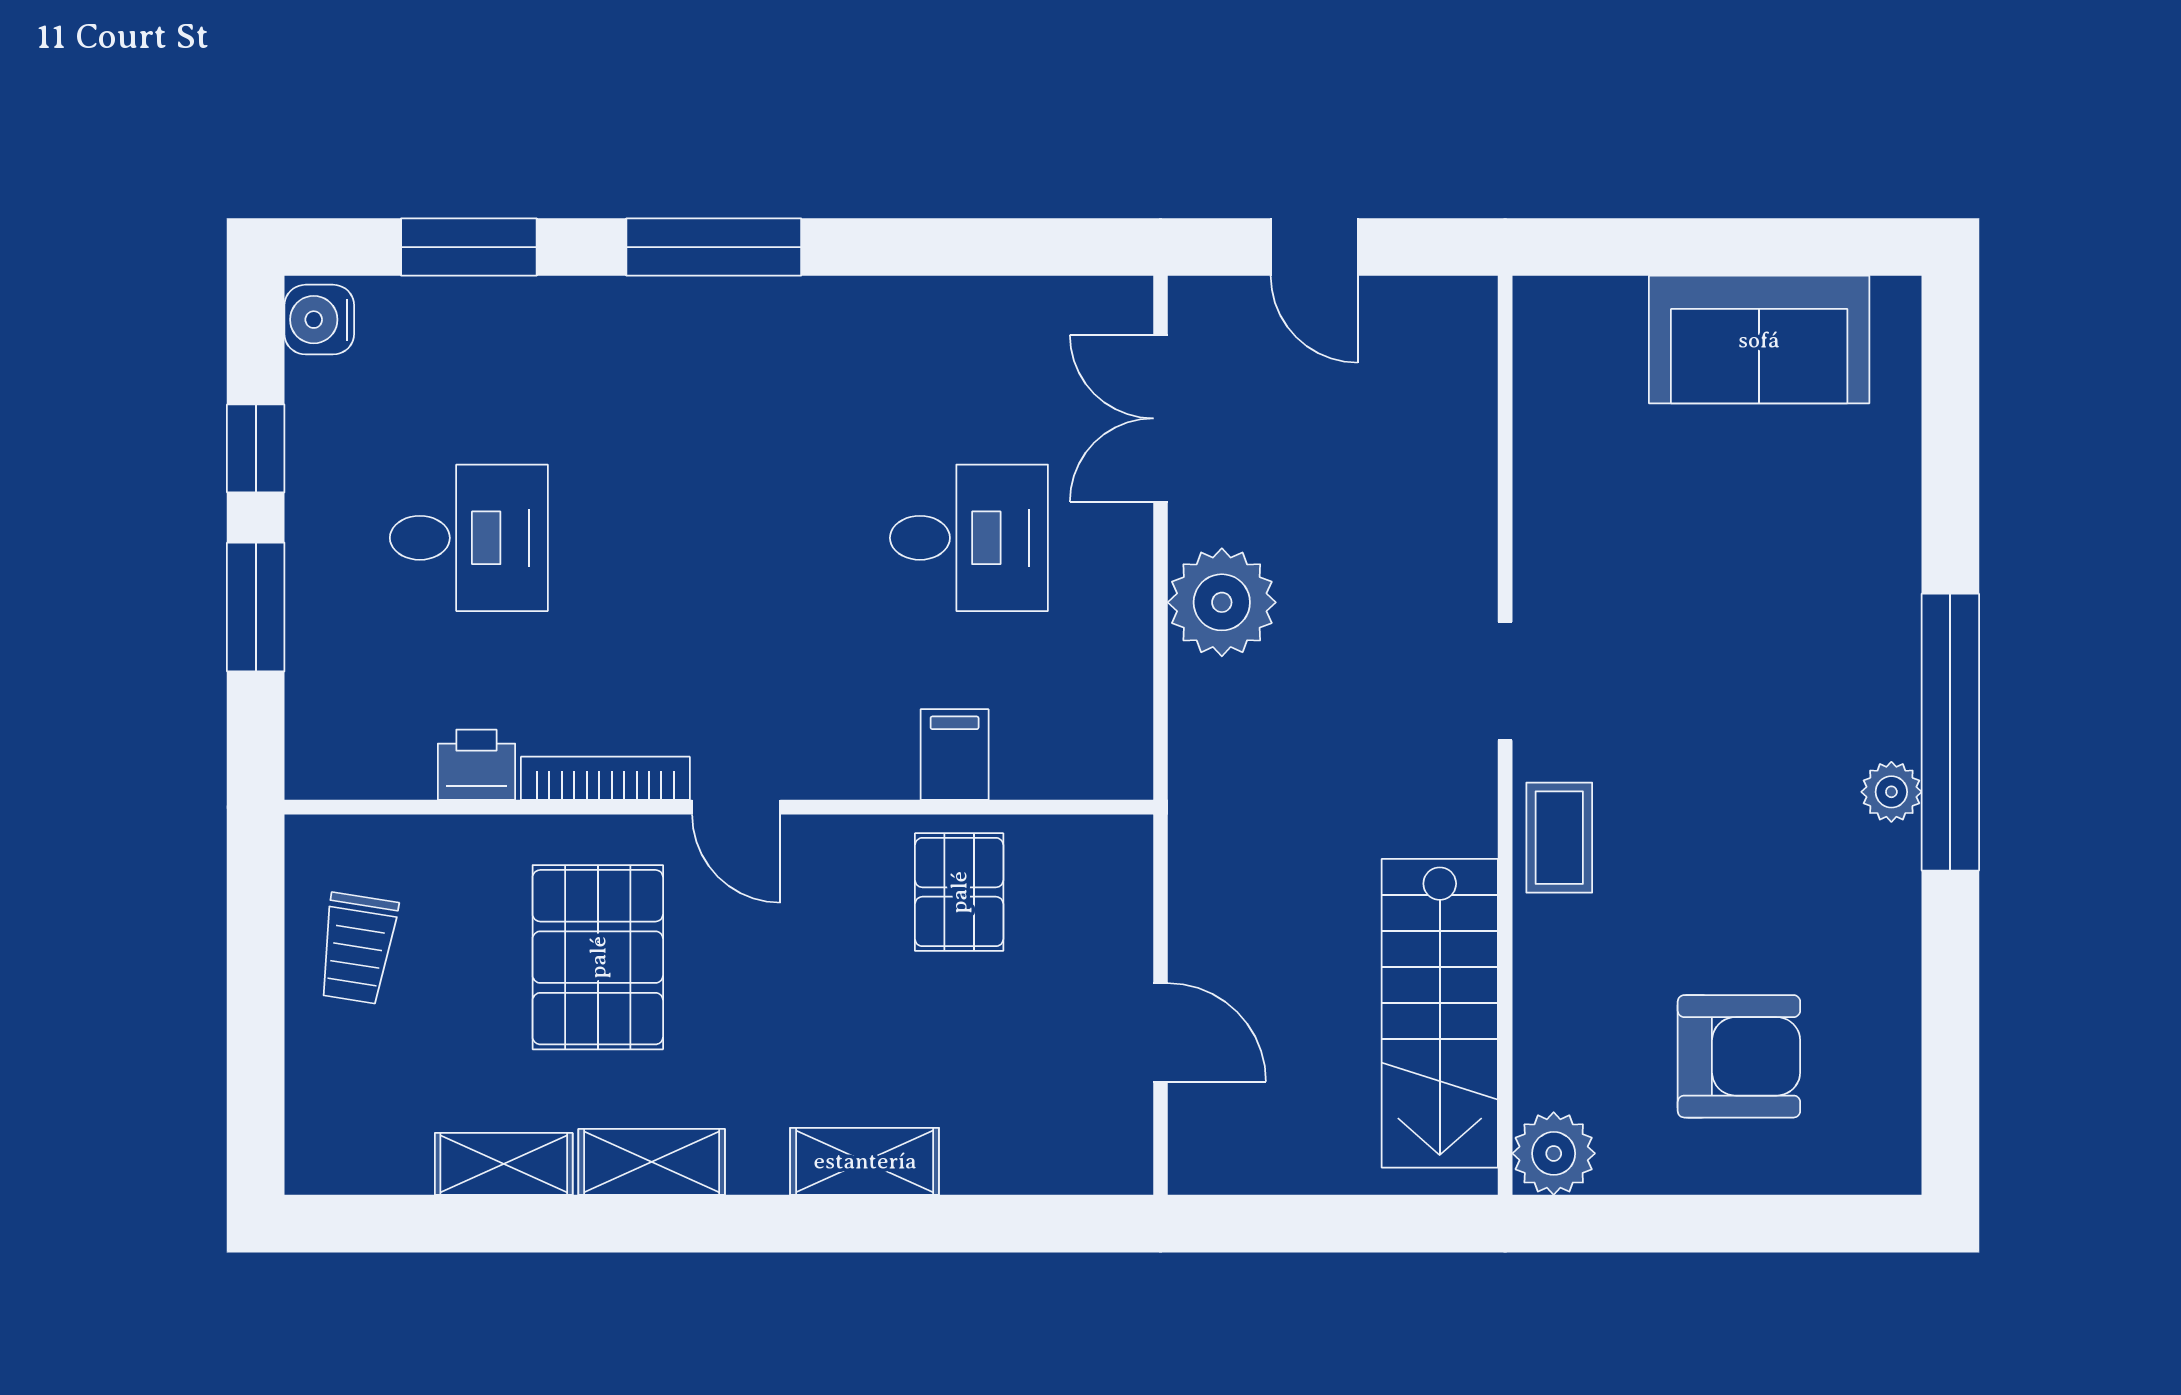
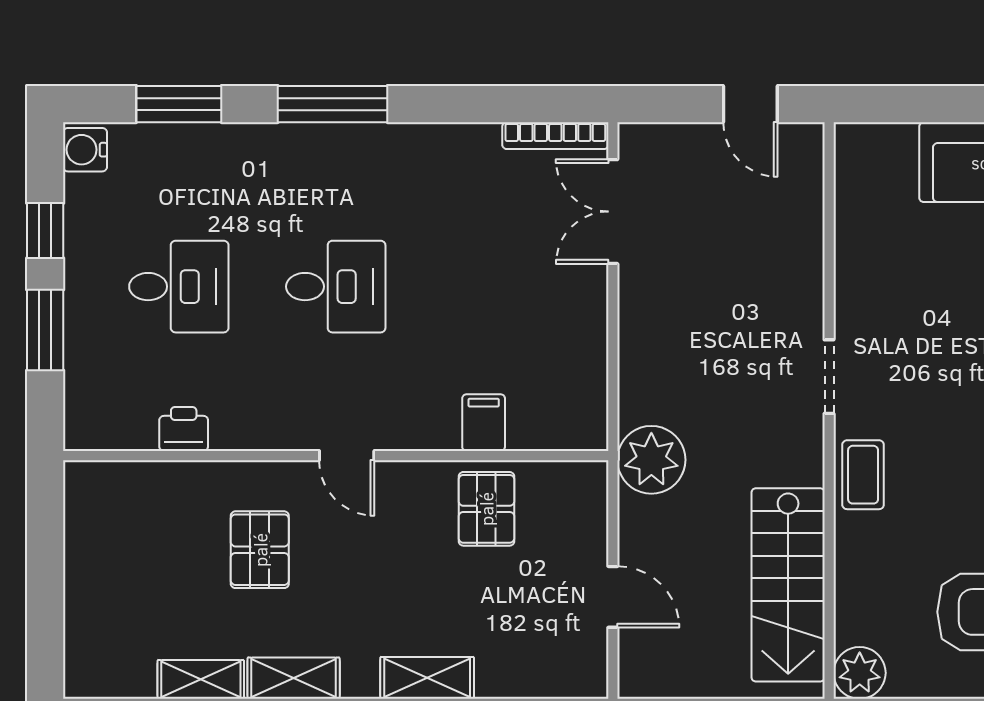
door: (1314, 247) -> (750, 104), moved
desk: (969, 538) -> (336, 287), moved
plant: (1222, 602) -> (651, 460), moved
bookcase: (605, 778) -> (555, 136), moved, turned 180
trolley: (357, 948) -> (109, 544), removed
pallet: (598, 957) -> (260, 550), width x0.67, depth x0.71

